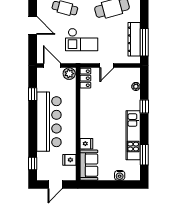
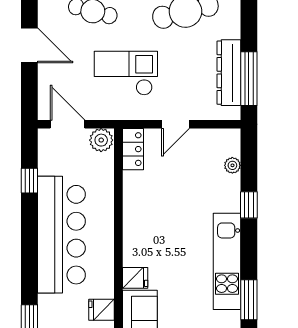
checkout: (82, 40) -> (126, 73), turned 180

